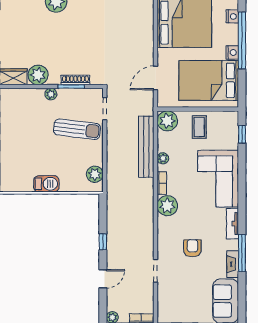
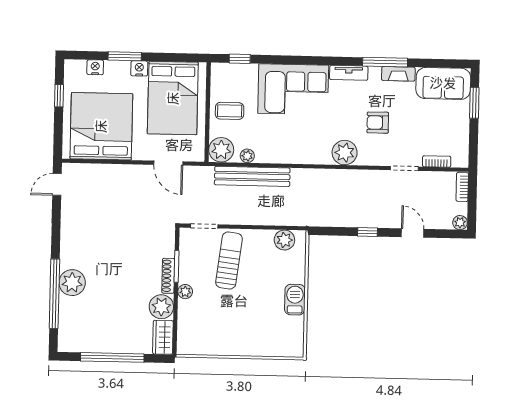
window: (242, 40) -> (125, 56), width x0.47
shoe rack: (75, 80) -> (168, 276), moved
plant: (163, 158) -> (247, 156), moved
bookcase: (162, 183) -> (437, 161), moved
plant: (167, 206) -> (345, 153), moved

